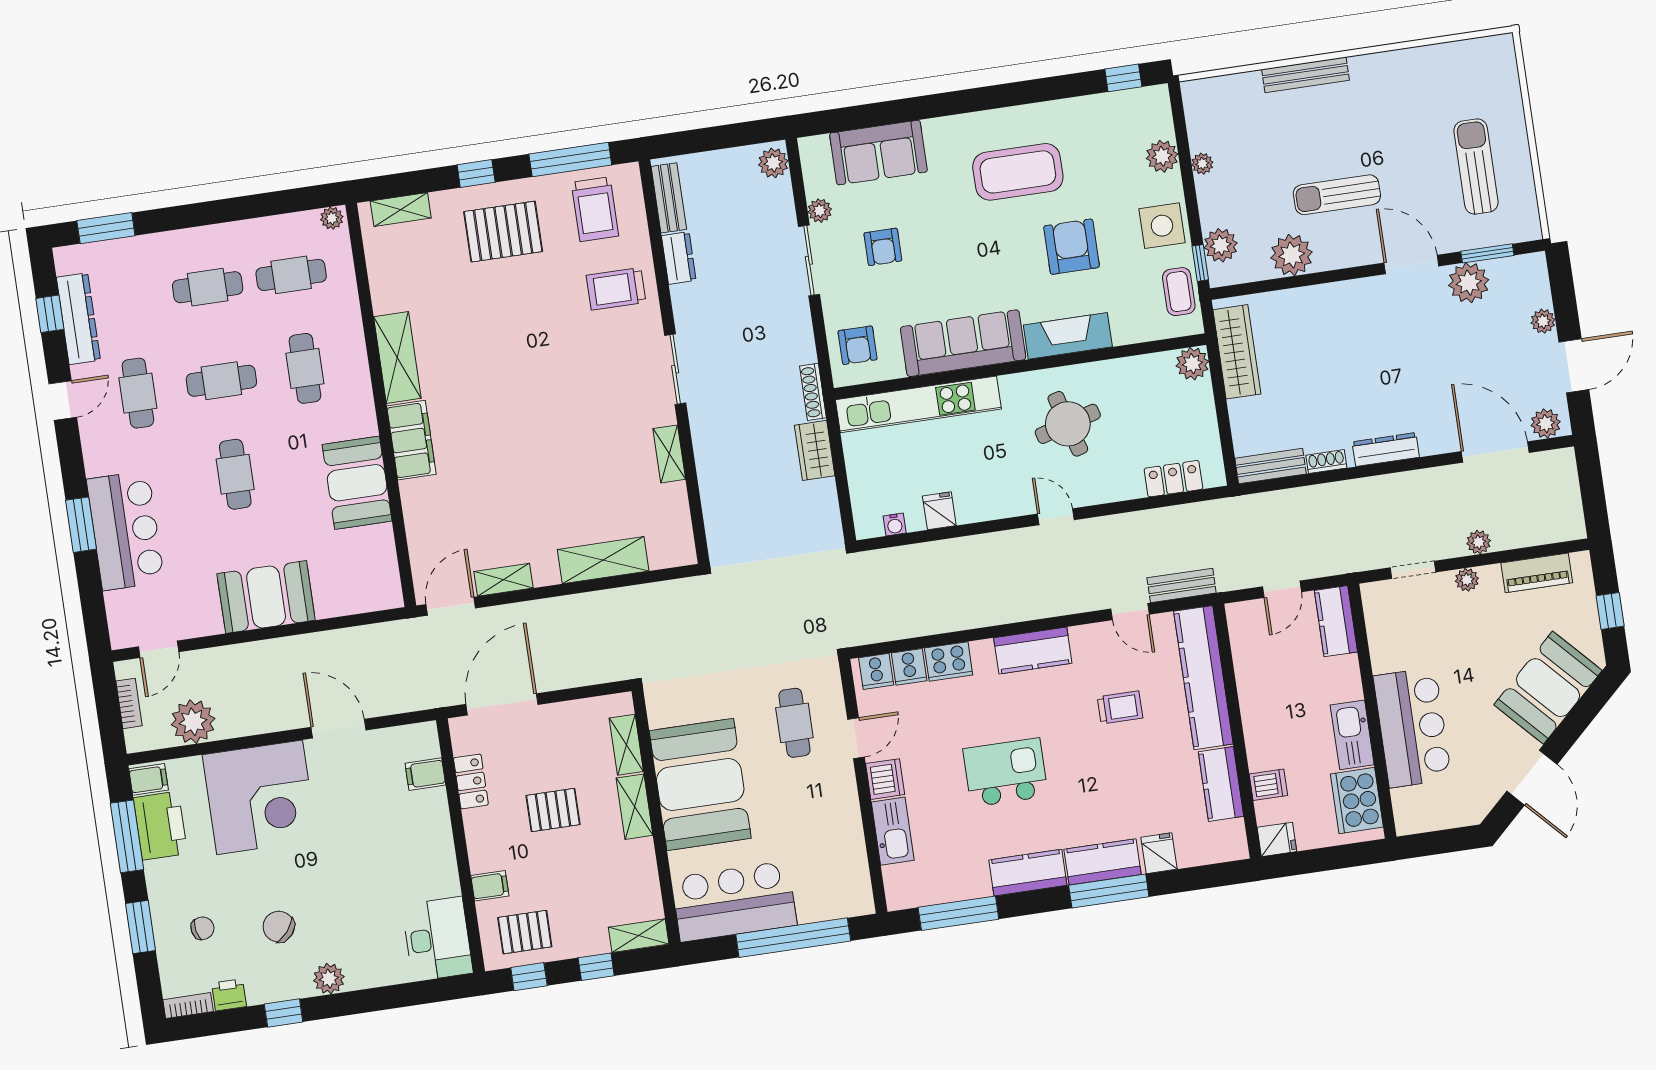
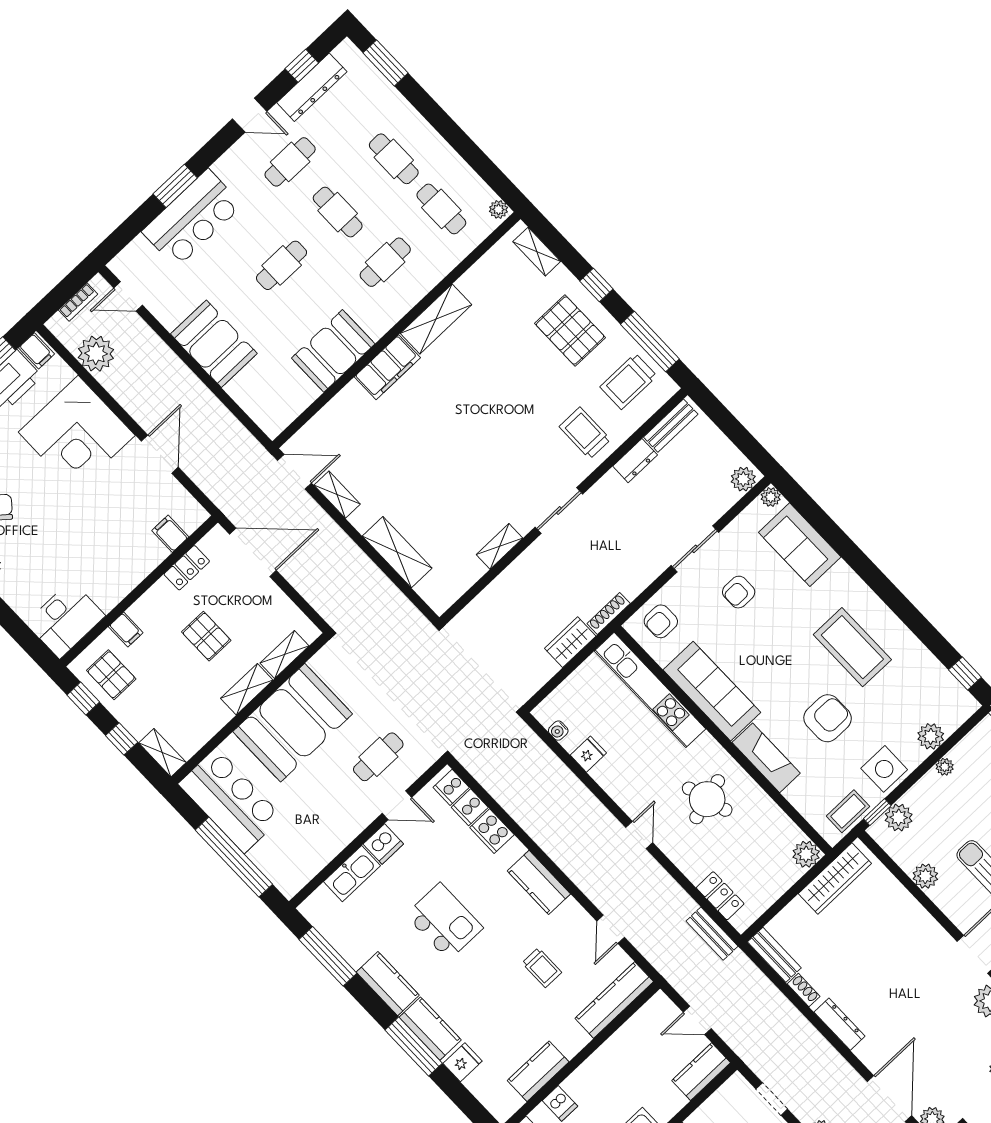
plant: (820, 211) -> (771, 497), moved
plant: (1292, 255) -> (925, 876), width x0.73, depth x0.73
bench: (1182, 585) -> (712, 934), moved
kitchen counter: (1203, 678) -> (614, 1000), width x0.72, depth x0.86

